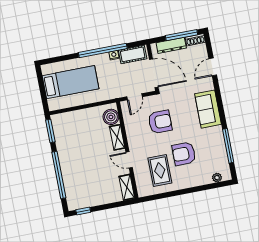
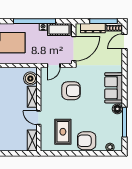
door: (213, 67) -> (125, 41), moved
door: (154, 73) -> (74, 49), hinge flipped
floor lamp: (217, 132) -> (117, 109), added
armchair: (184, 154) -> (87, 141), moved

